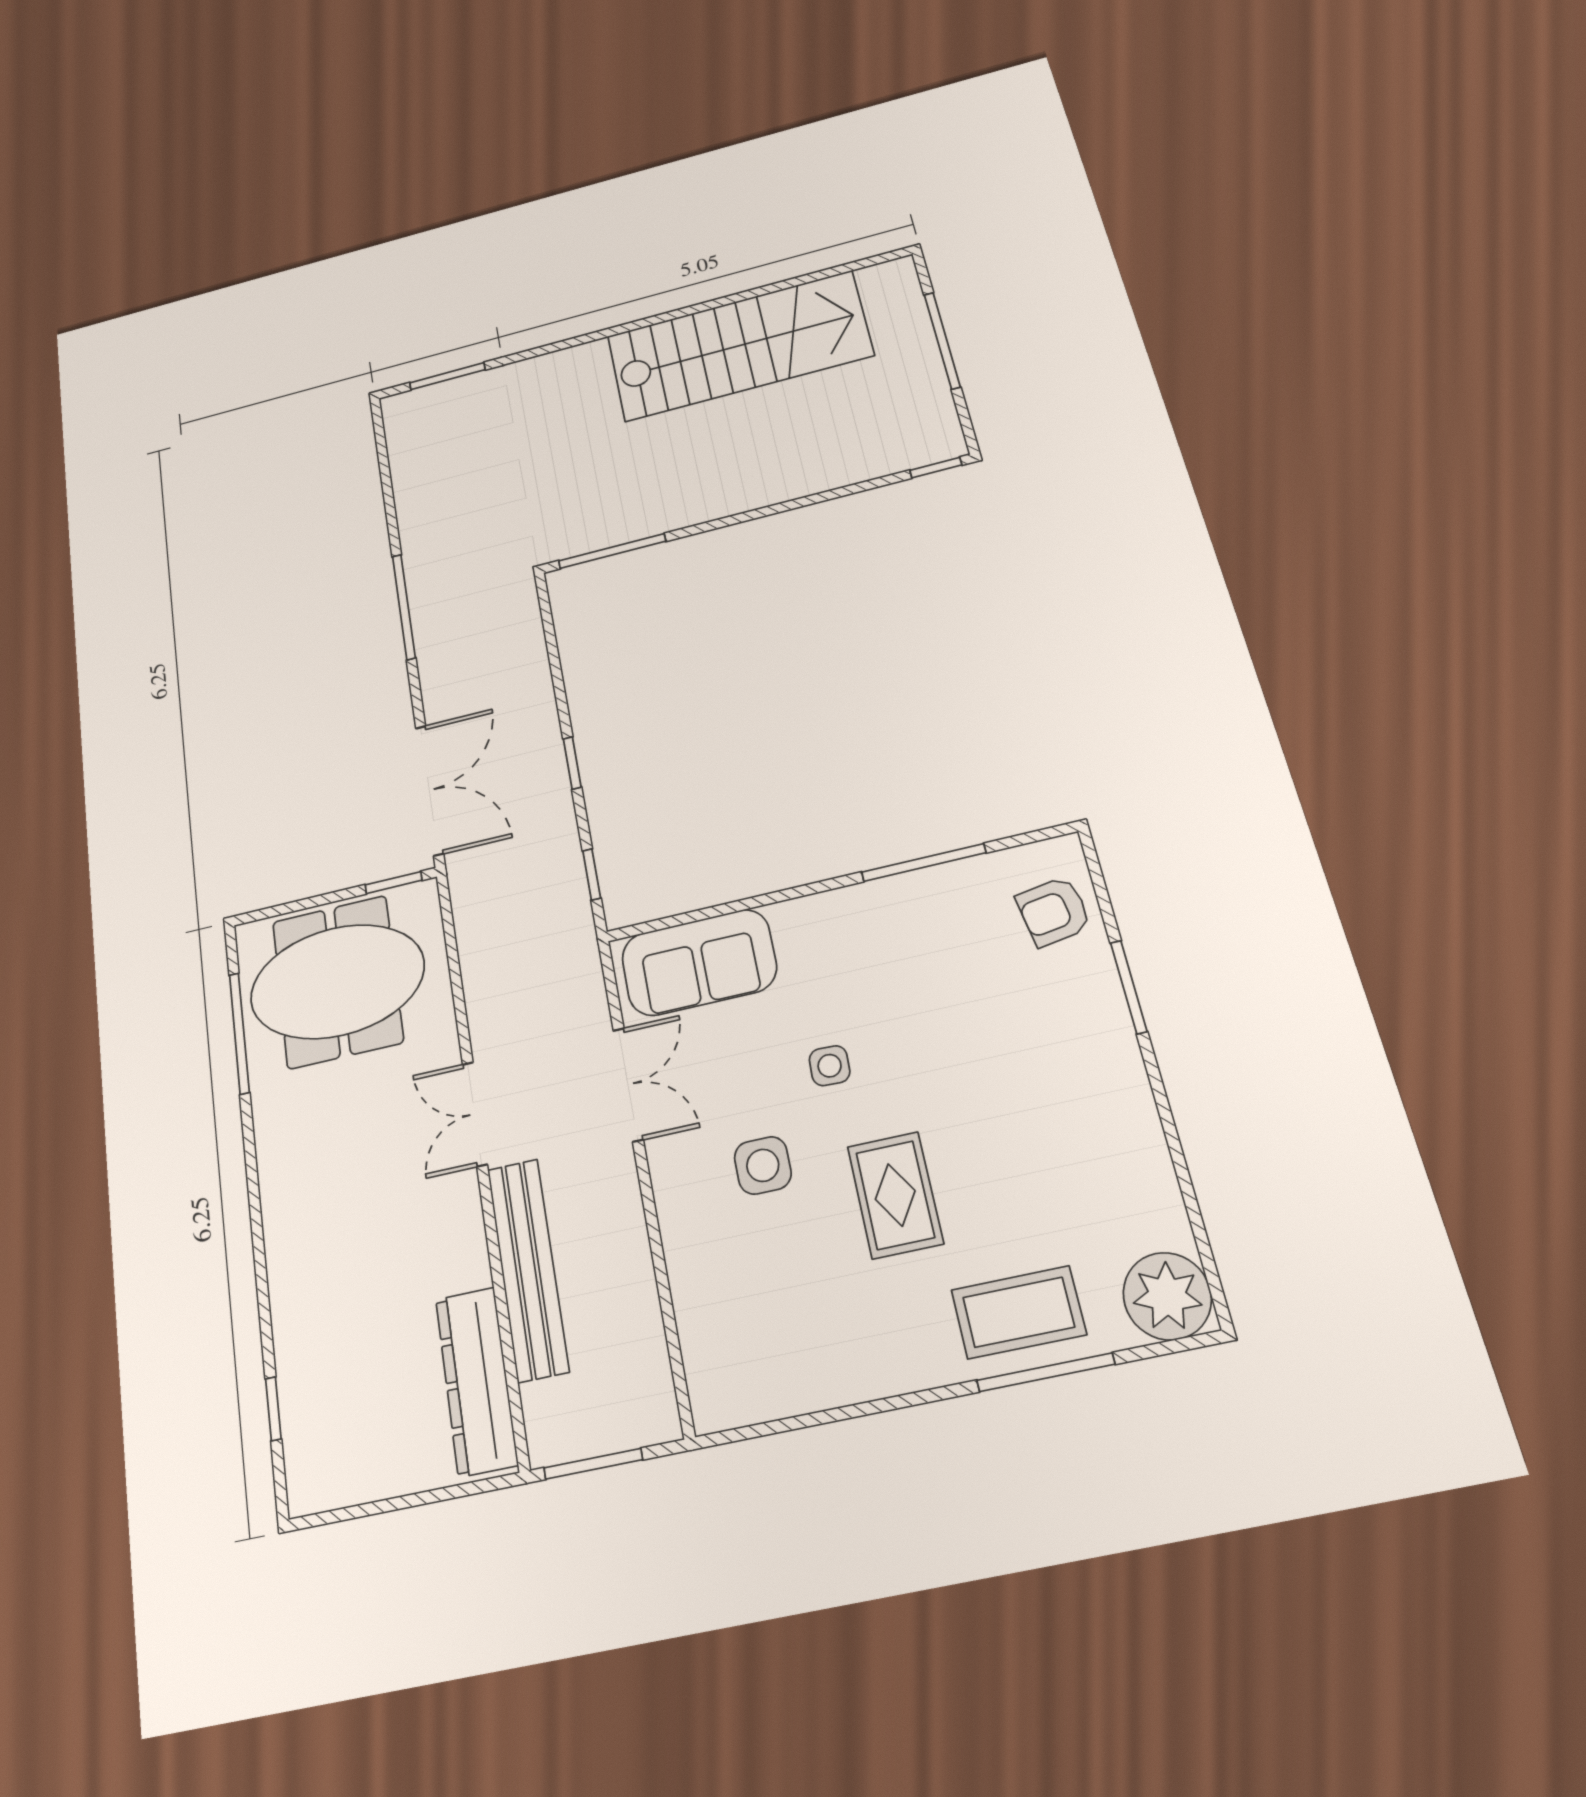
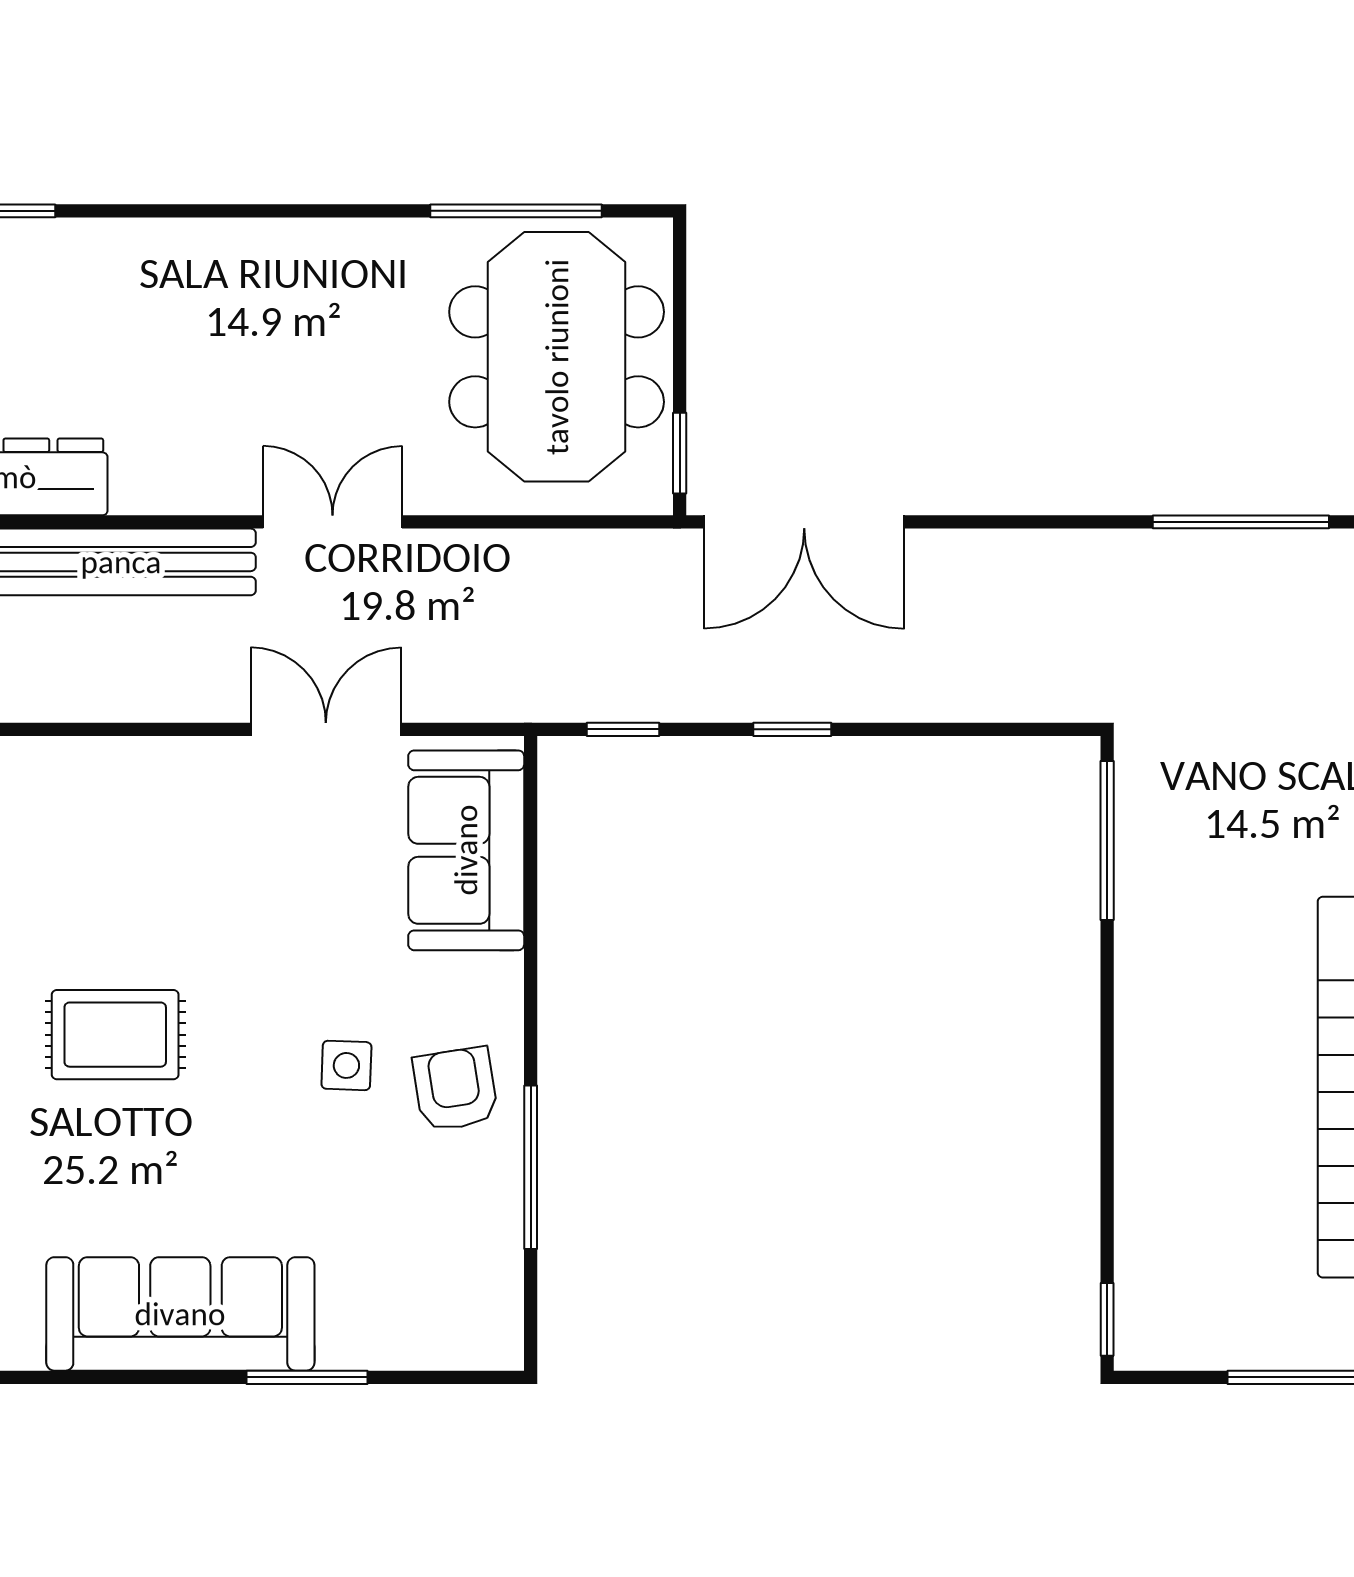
window: (404, 607) -> (1241, 522), moved
armchair: (1054, 911) -> (455, 1089), moved
side table: (830, 1066) -> (346, 1065), moved
double door: (628, 1085) -> (326, 729), swing flipped
sofa: (1106, 1095) -> (180, 1314), added
side table: (763, 1165) -> (186, 881), removed

